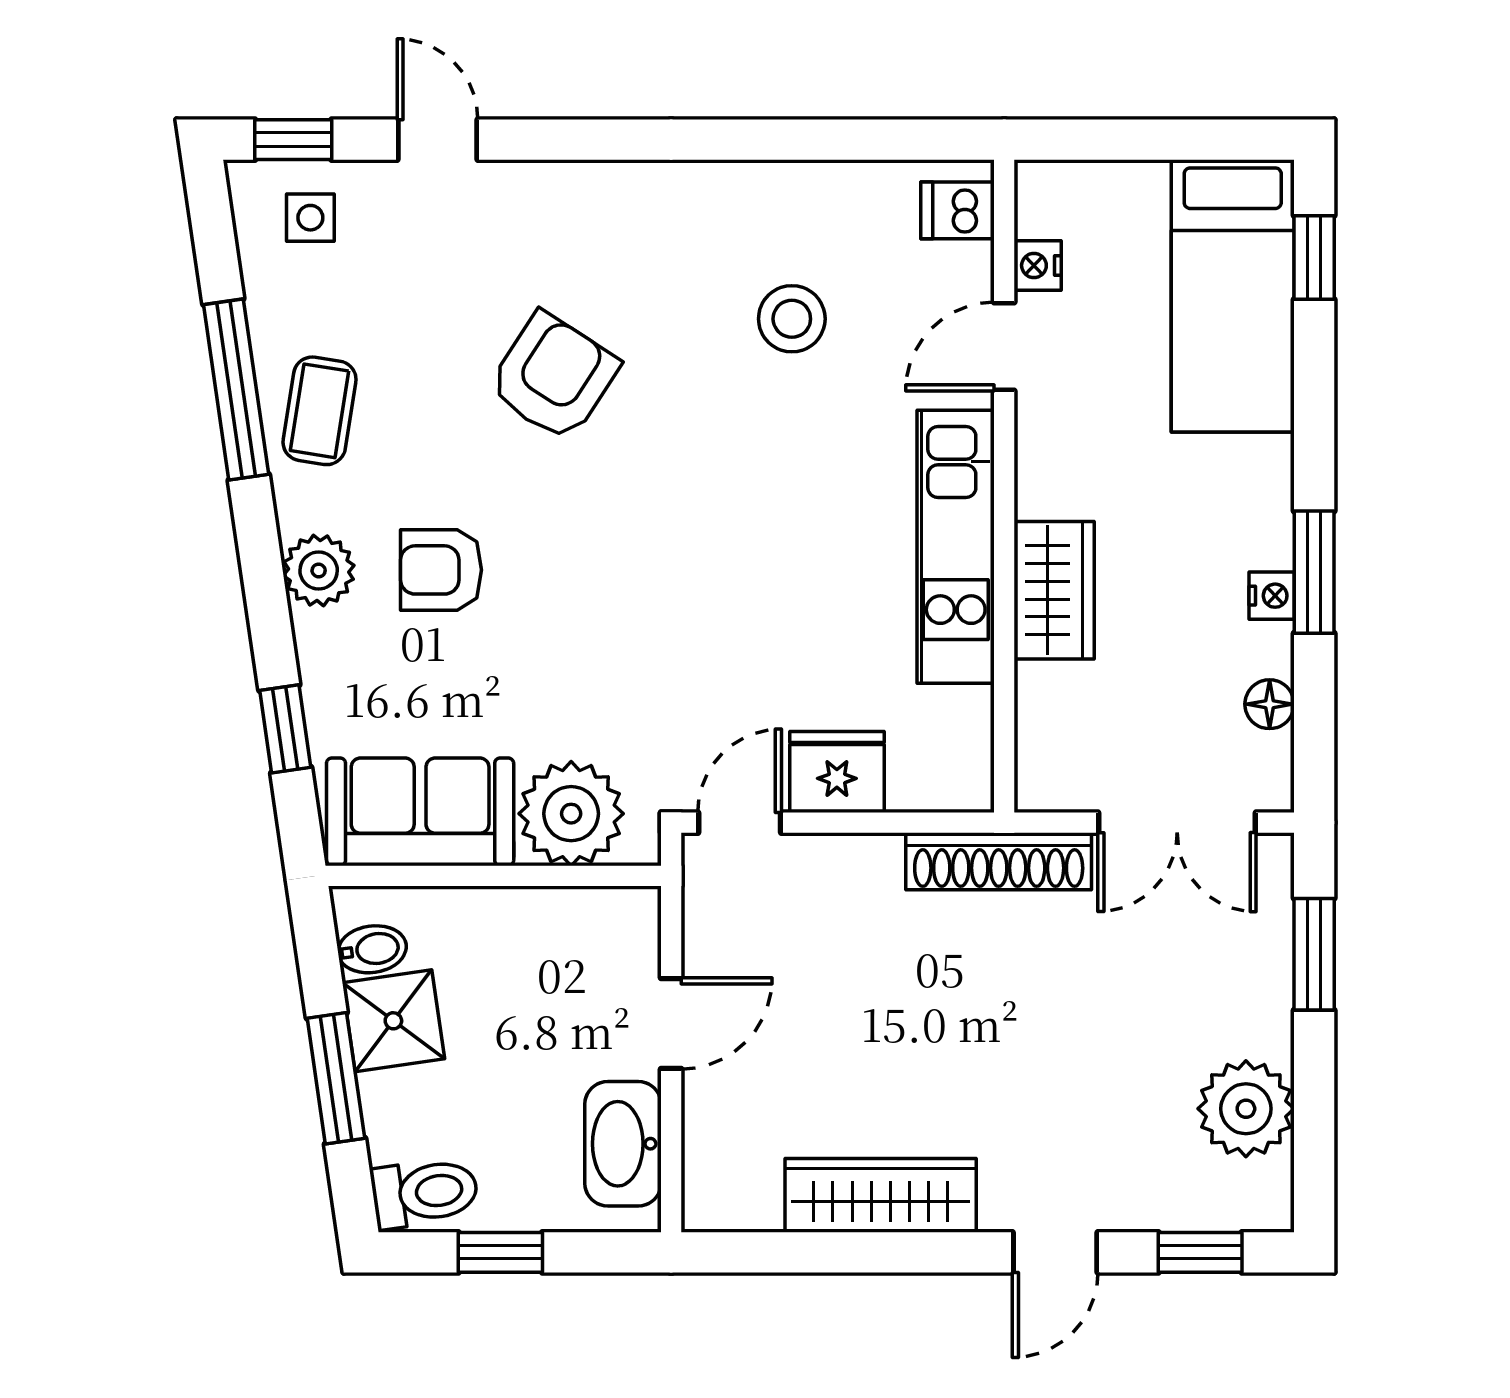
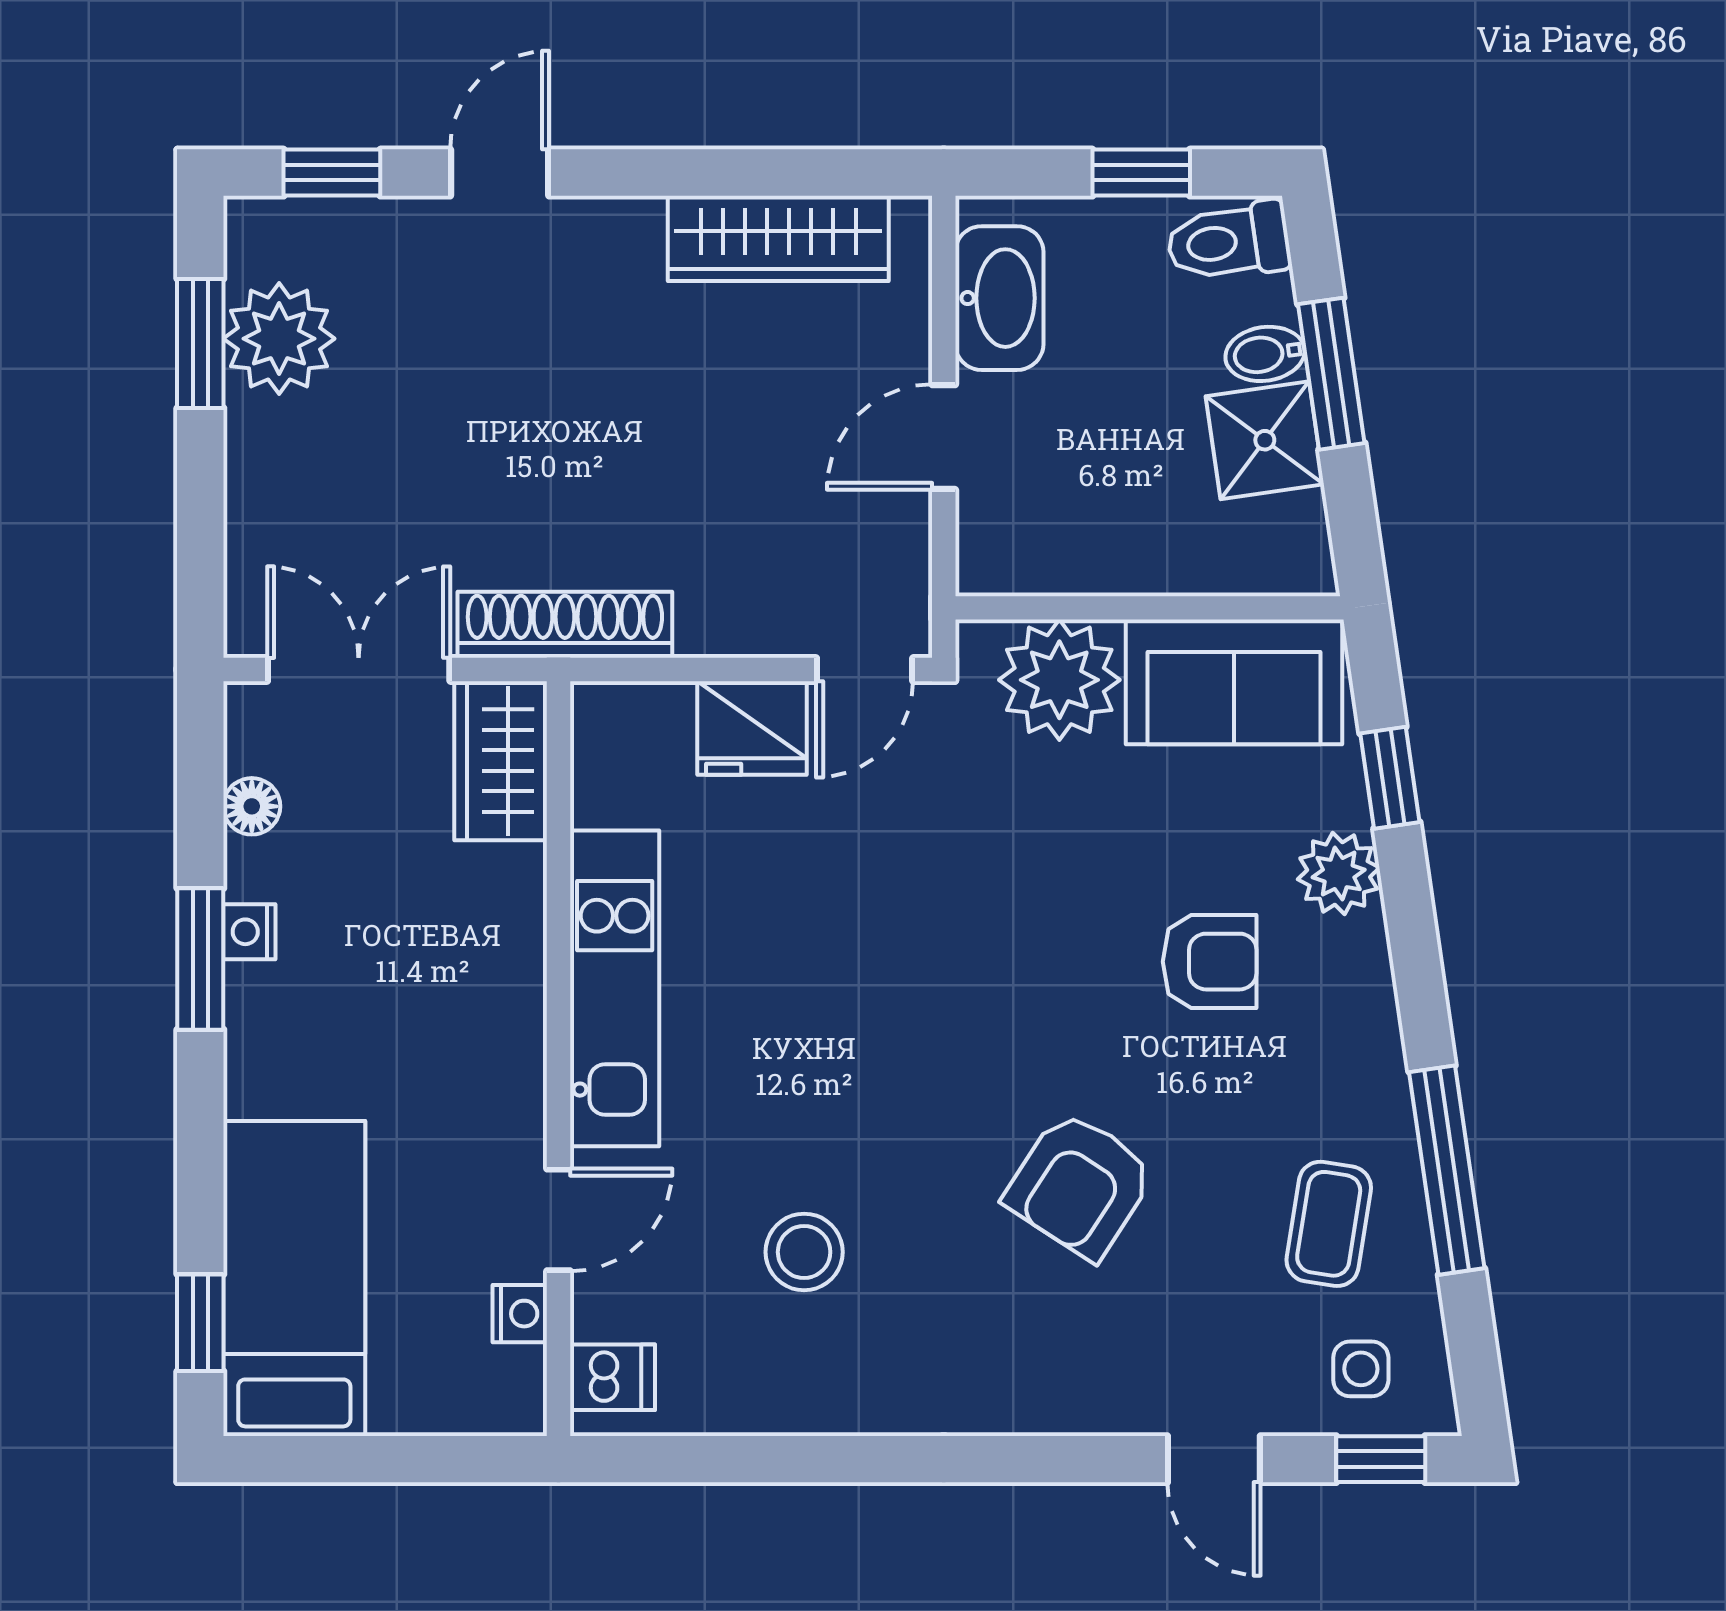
coffee table: (320, 411) -> (1329, 1224), moved
plant: (319, 570) -> (1339, 873), moved
wardrobe: (1054, 590) -> (501, 761), moved
bidet: (372, 949) -> (1265, 354), moved
window: (1314, 954) -> (200, 343), moved
wardrobe: (881, 1195) -> (778, 238), moved

